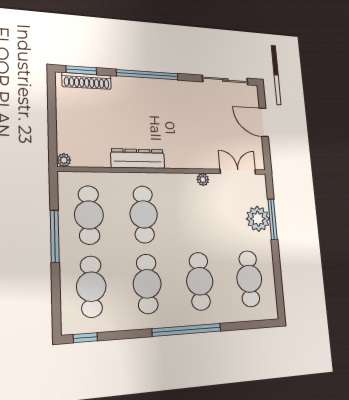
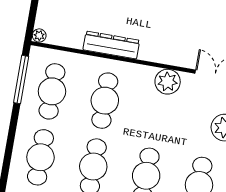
plant: (203, 179) -> (168, 82), width x1.88, depth x1.88
window: (55, 236) -> (21, 80), moved

